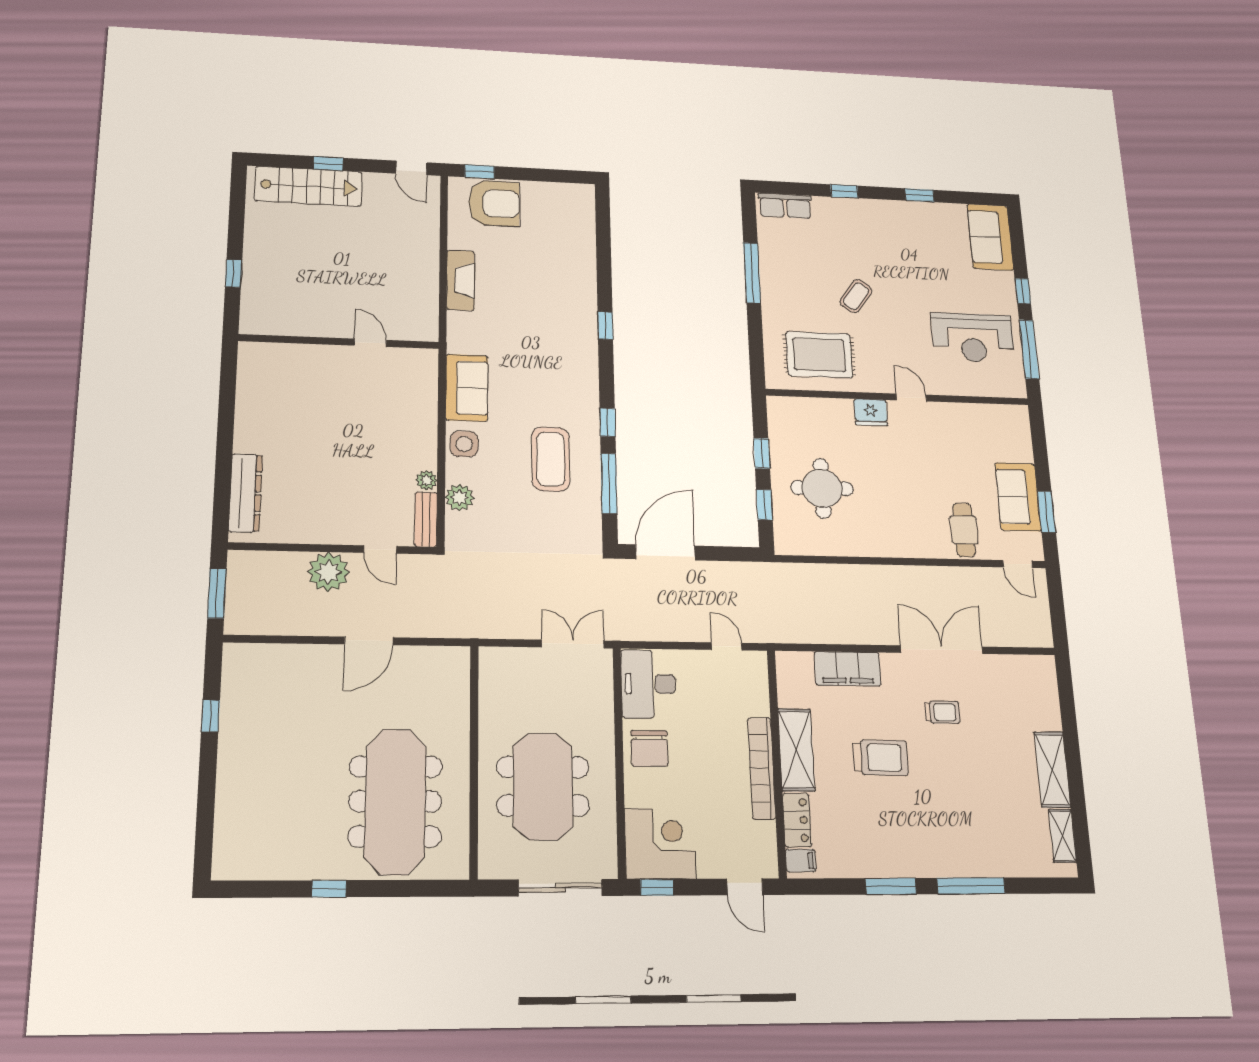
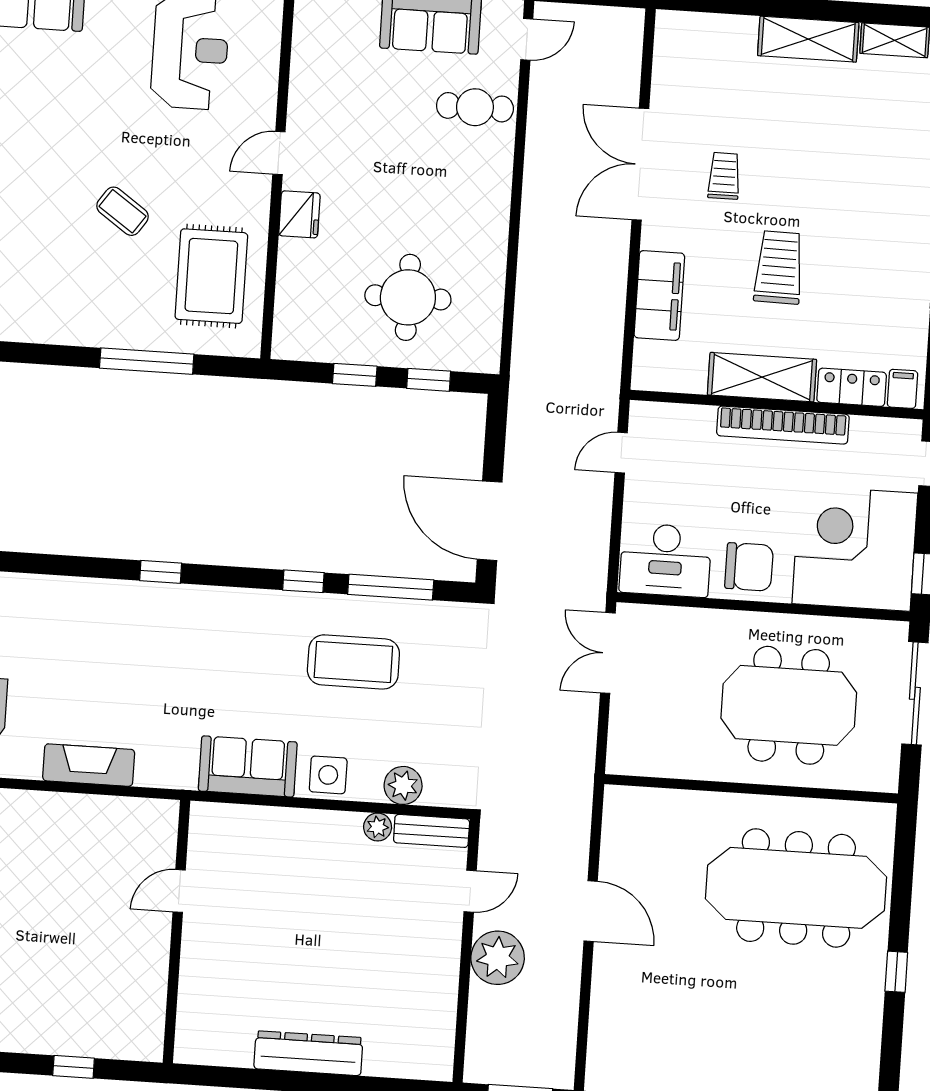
window: (752, 273) -> (147, 361), moved
dresser: (246, 493) -> (308, 1053), moved
corner desk: (660, 844) -> (855, 548), width x1.36, depth x1.36

